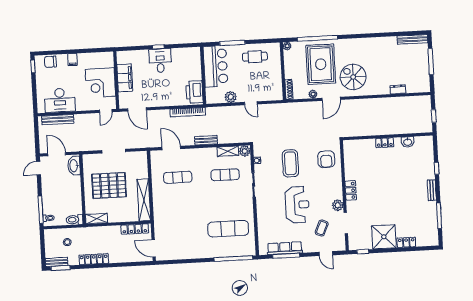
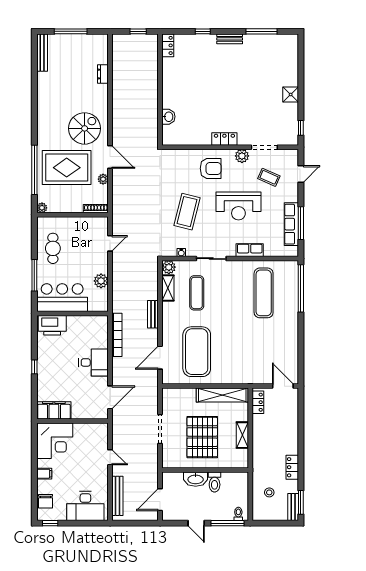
desk: (160, 61) -> (94, 362), moved, turned 180
spiral stairs: (353, 77) -> (85, 128), turned 180
filing cabinet: (125, 78) -> (54, 410), moved
corner desk: (100, 83) -> (55, 441), moved
printer: (194, 92) -> (52, 325), moved
desk: (60, 100) -> (85, 506), moved, turned 90
door: (251, 103) -> (110, 243), moved
door: (106, 111) -> (110, 457), moved
washbasin: (408, 142) -> (168, 117), moved
locker: (385, 143) -> (168, 45), moved
armchair: (326, 159) -> (211, 168), moved
coffee table: (290, 163) -> (187, 212), turned -76
washbasin: (74, 166) -> (196, 479), moved
door: (38, 168) -> (196, 523), moved
exercise mat: (178, 177) -> (197, 352), width x2.00, depth x1.45
reception desk: (297, 205) -> (238, 206), turned 180
row of seats: (262, 216) -> (250, 250), added
shelving: (97, 219) -> (242, 435), moved
toilet: (75, 220) -> (215, 482), moved
locker: (135, 229) -> (258, 402), width x0.66
shower: (384, 237) -> (291, 94), width x0.54, depth x0.54
locker: (406, 242) -> (292, 74), removed
door: (154, 248) -> (283, 386), swing flipped
locker: (94, 259) -> (292, 467), width x0.66

